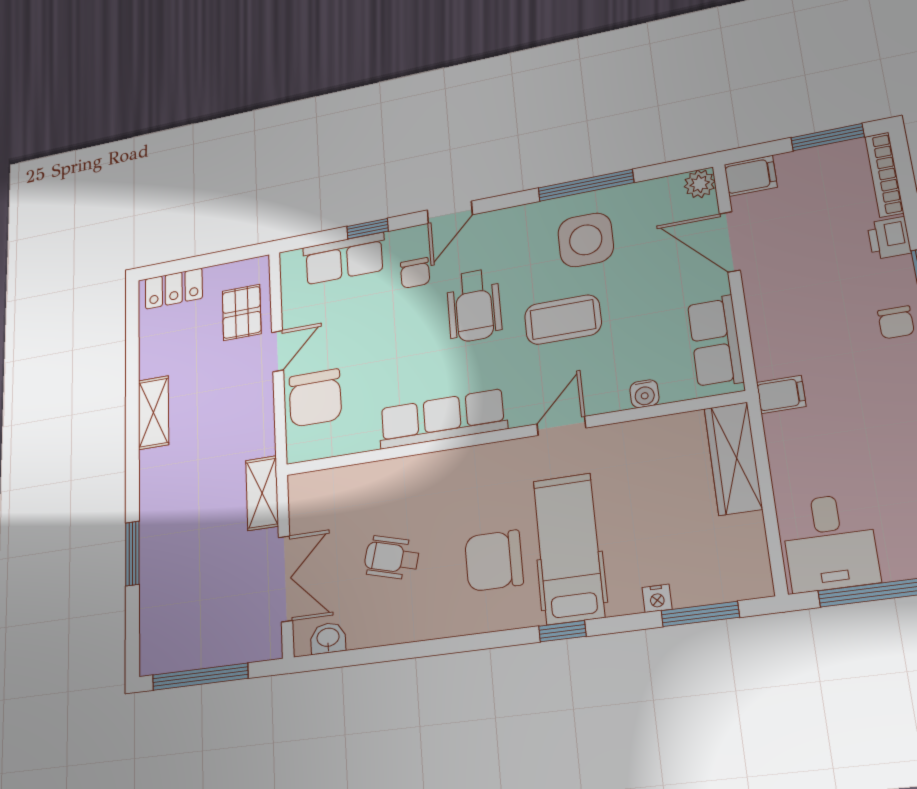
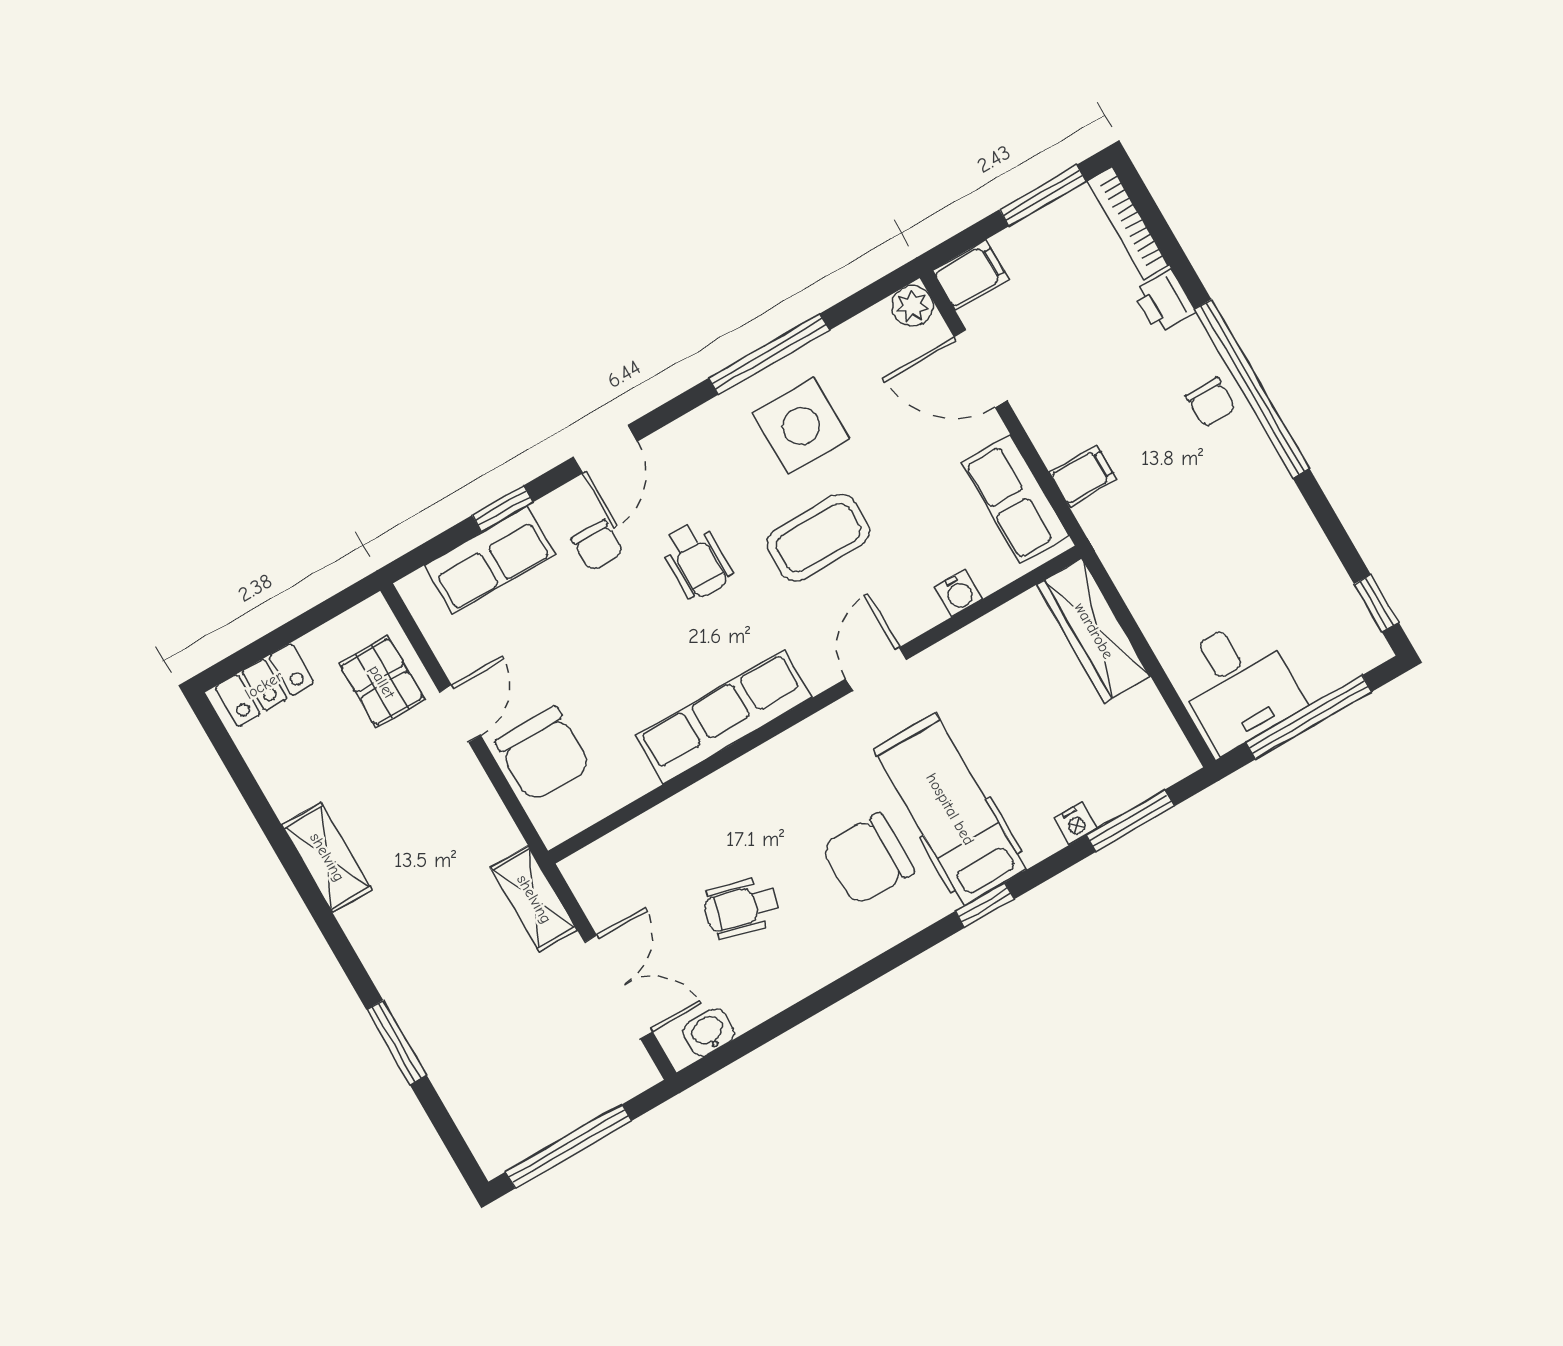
wheelchair: (474, 306) -> (696, 560), width x0.73, depth x0.73
filing cabinet: (781, 394) -> (1083, 476), moved

